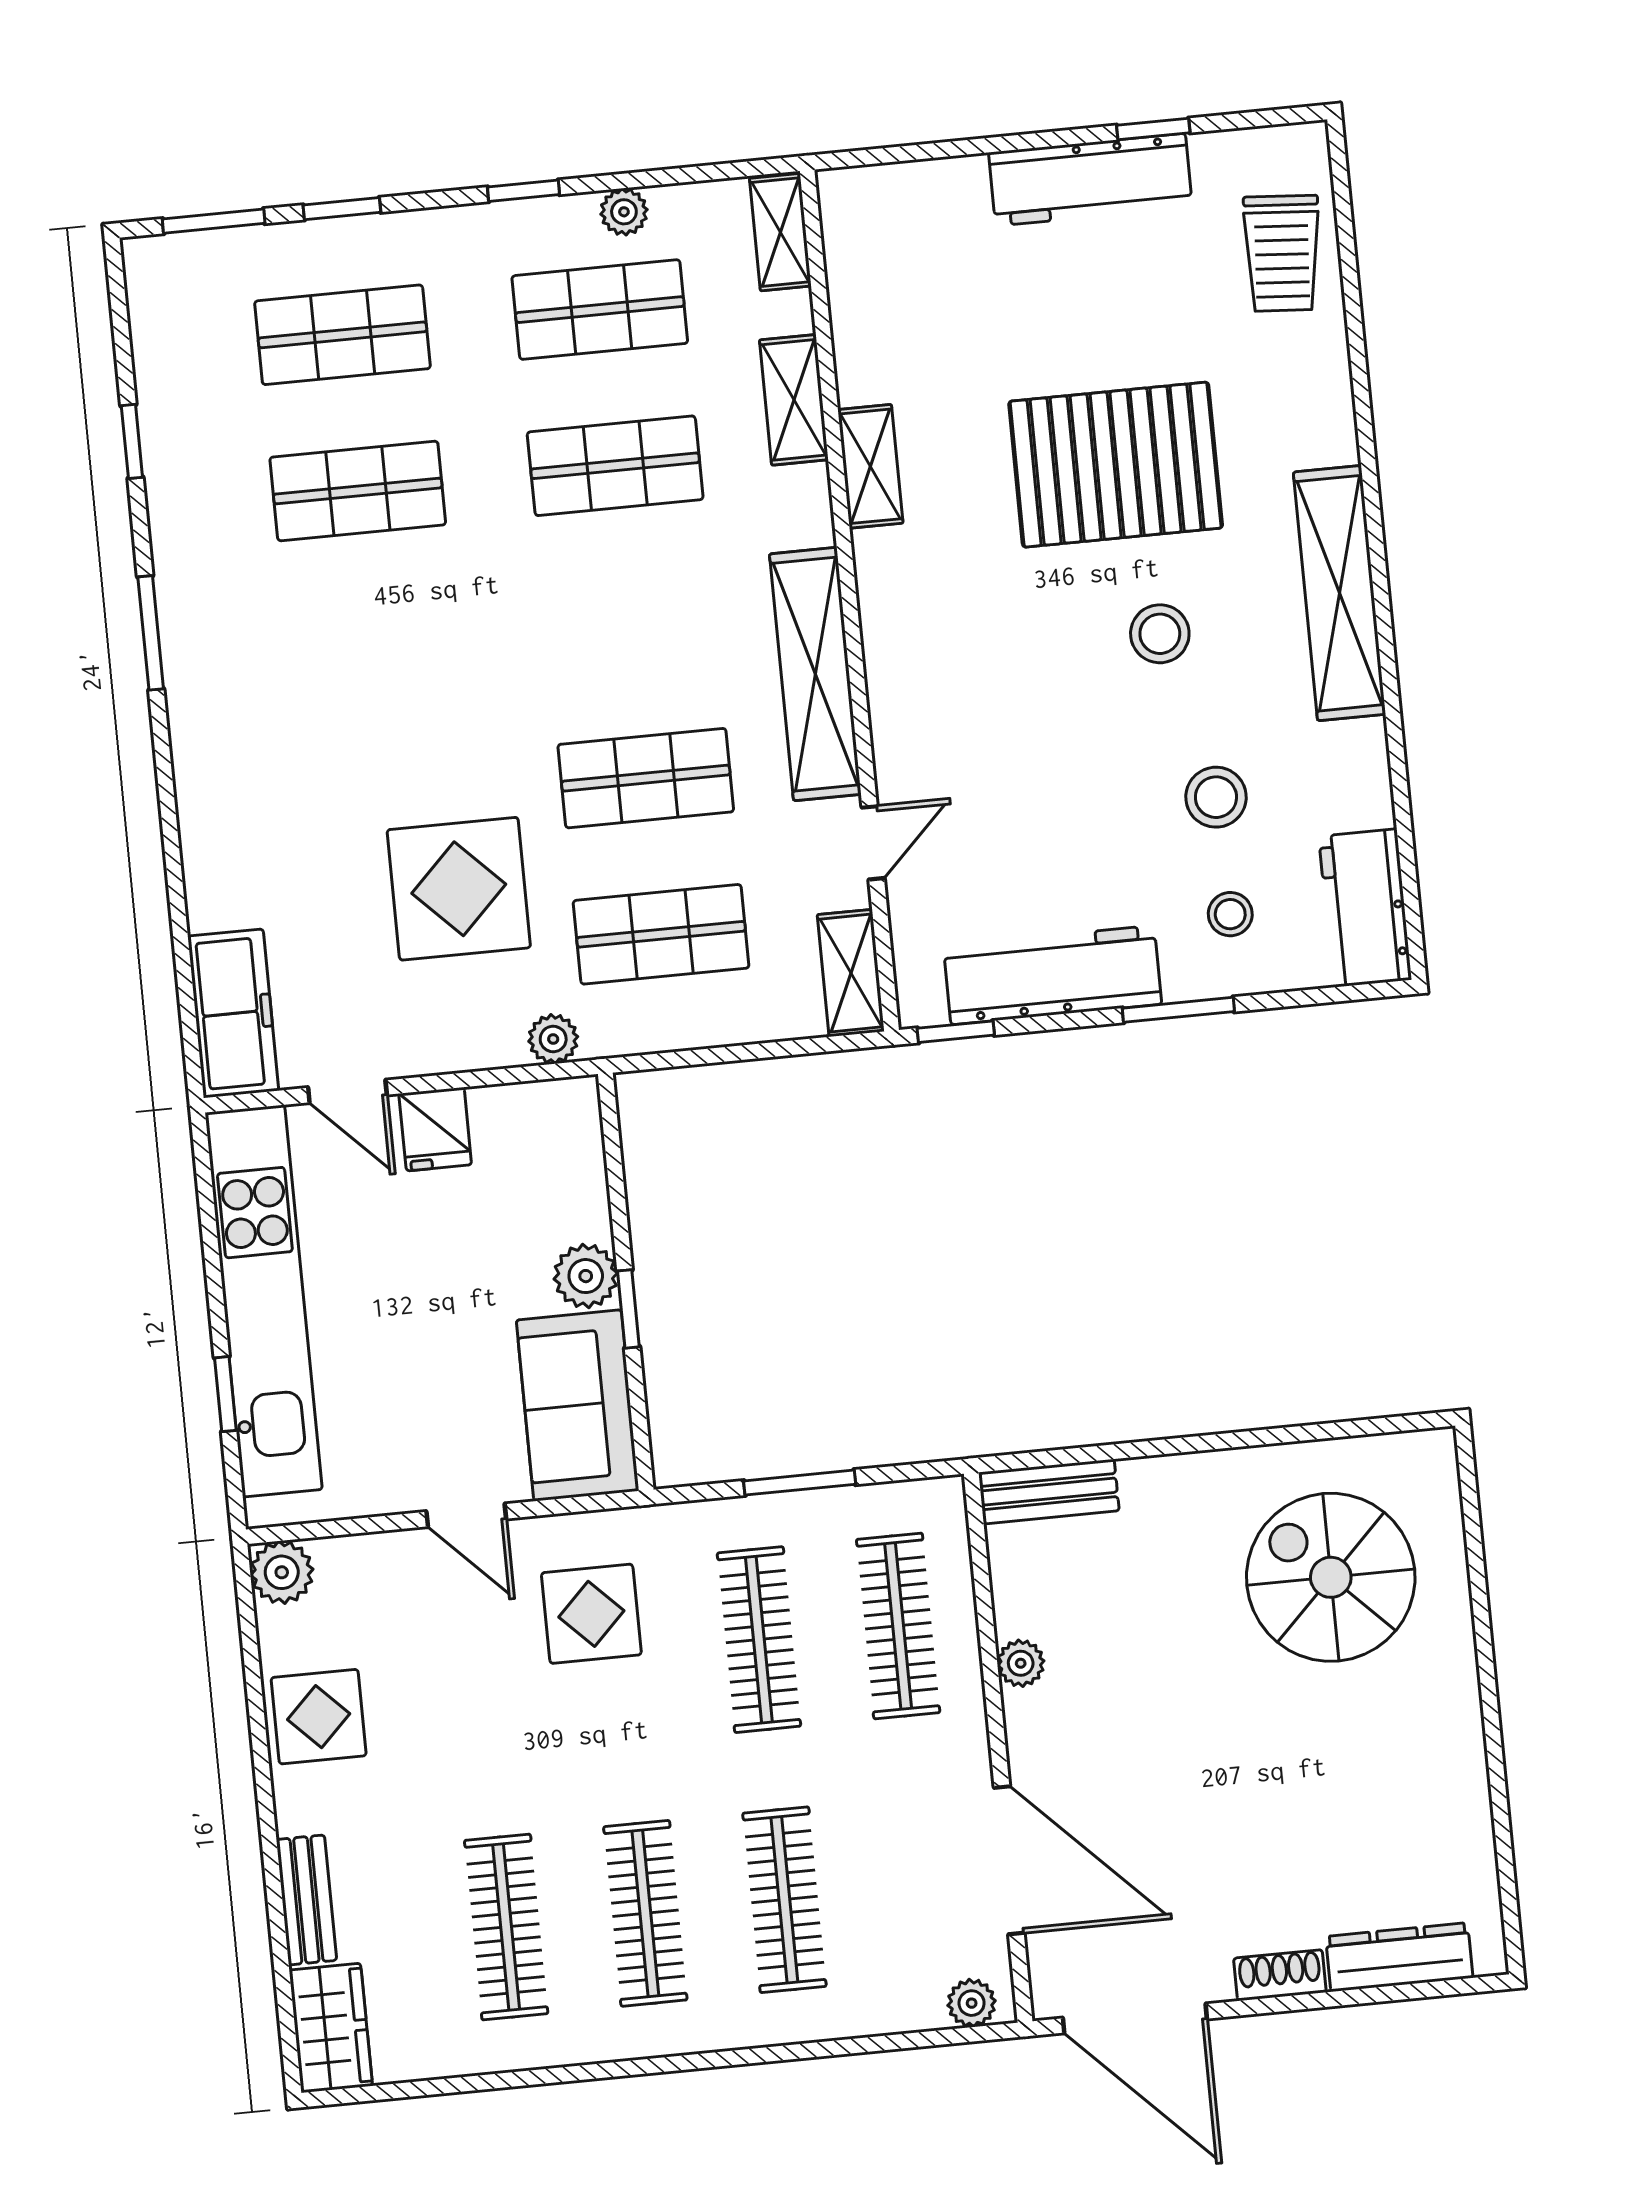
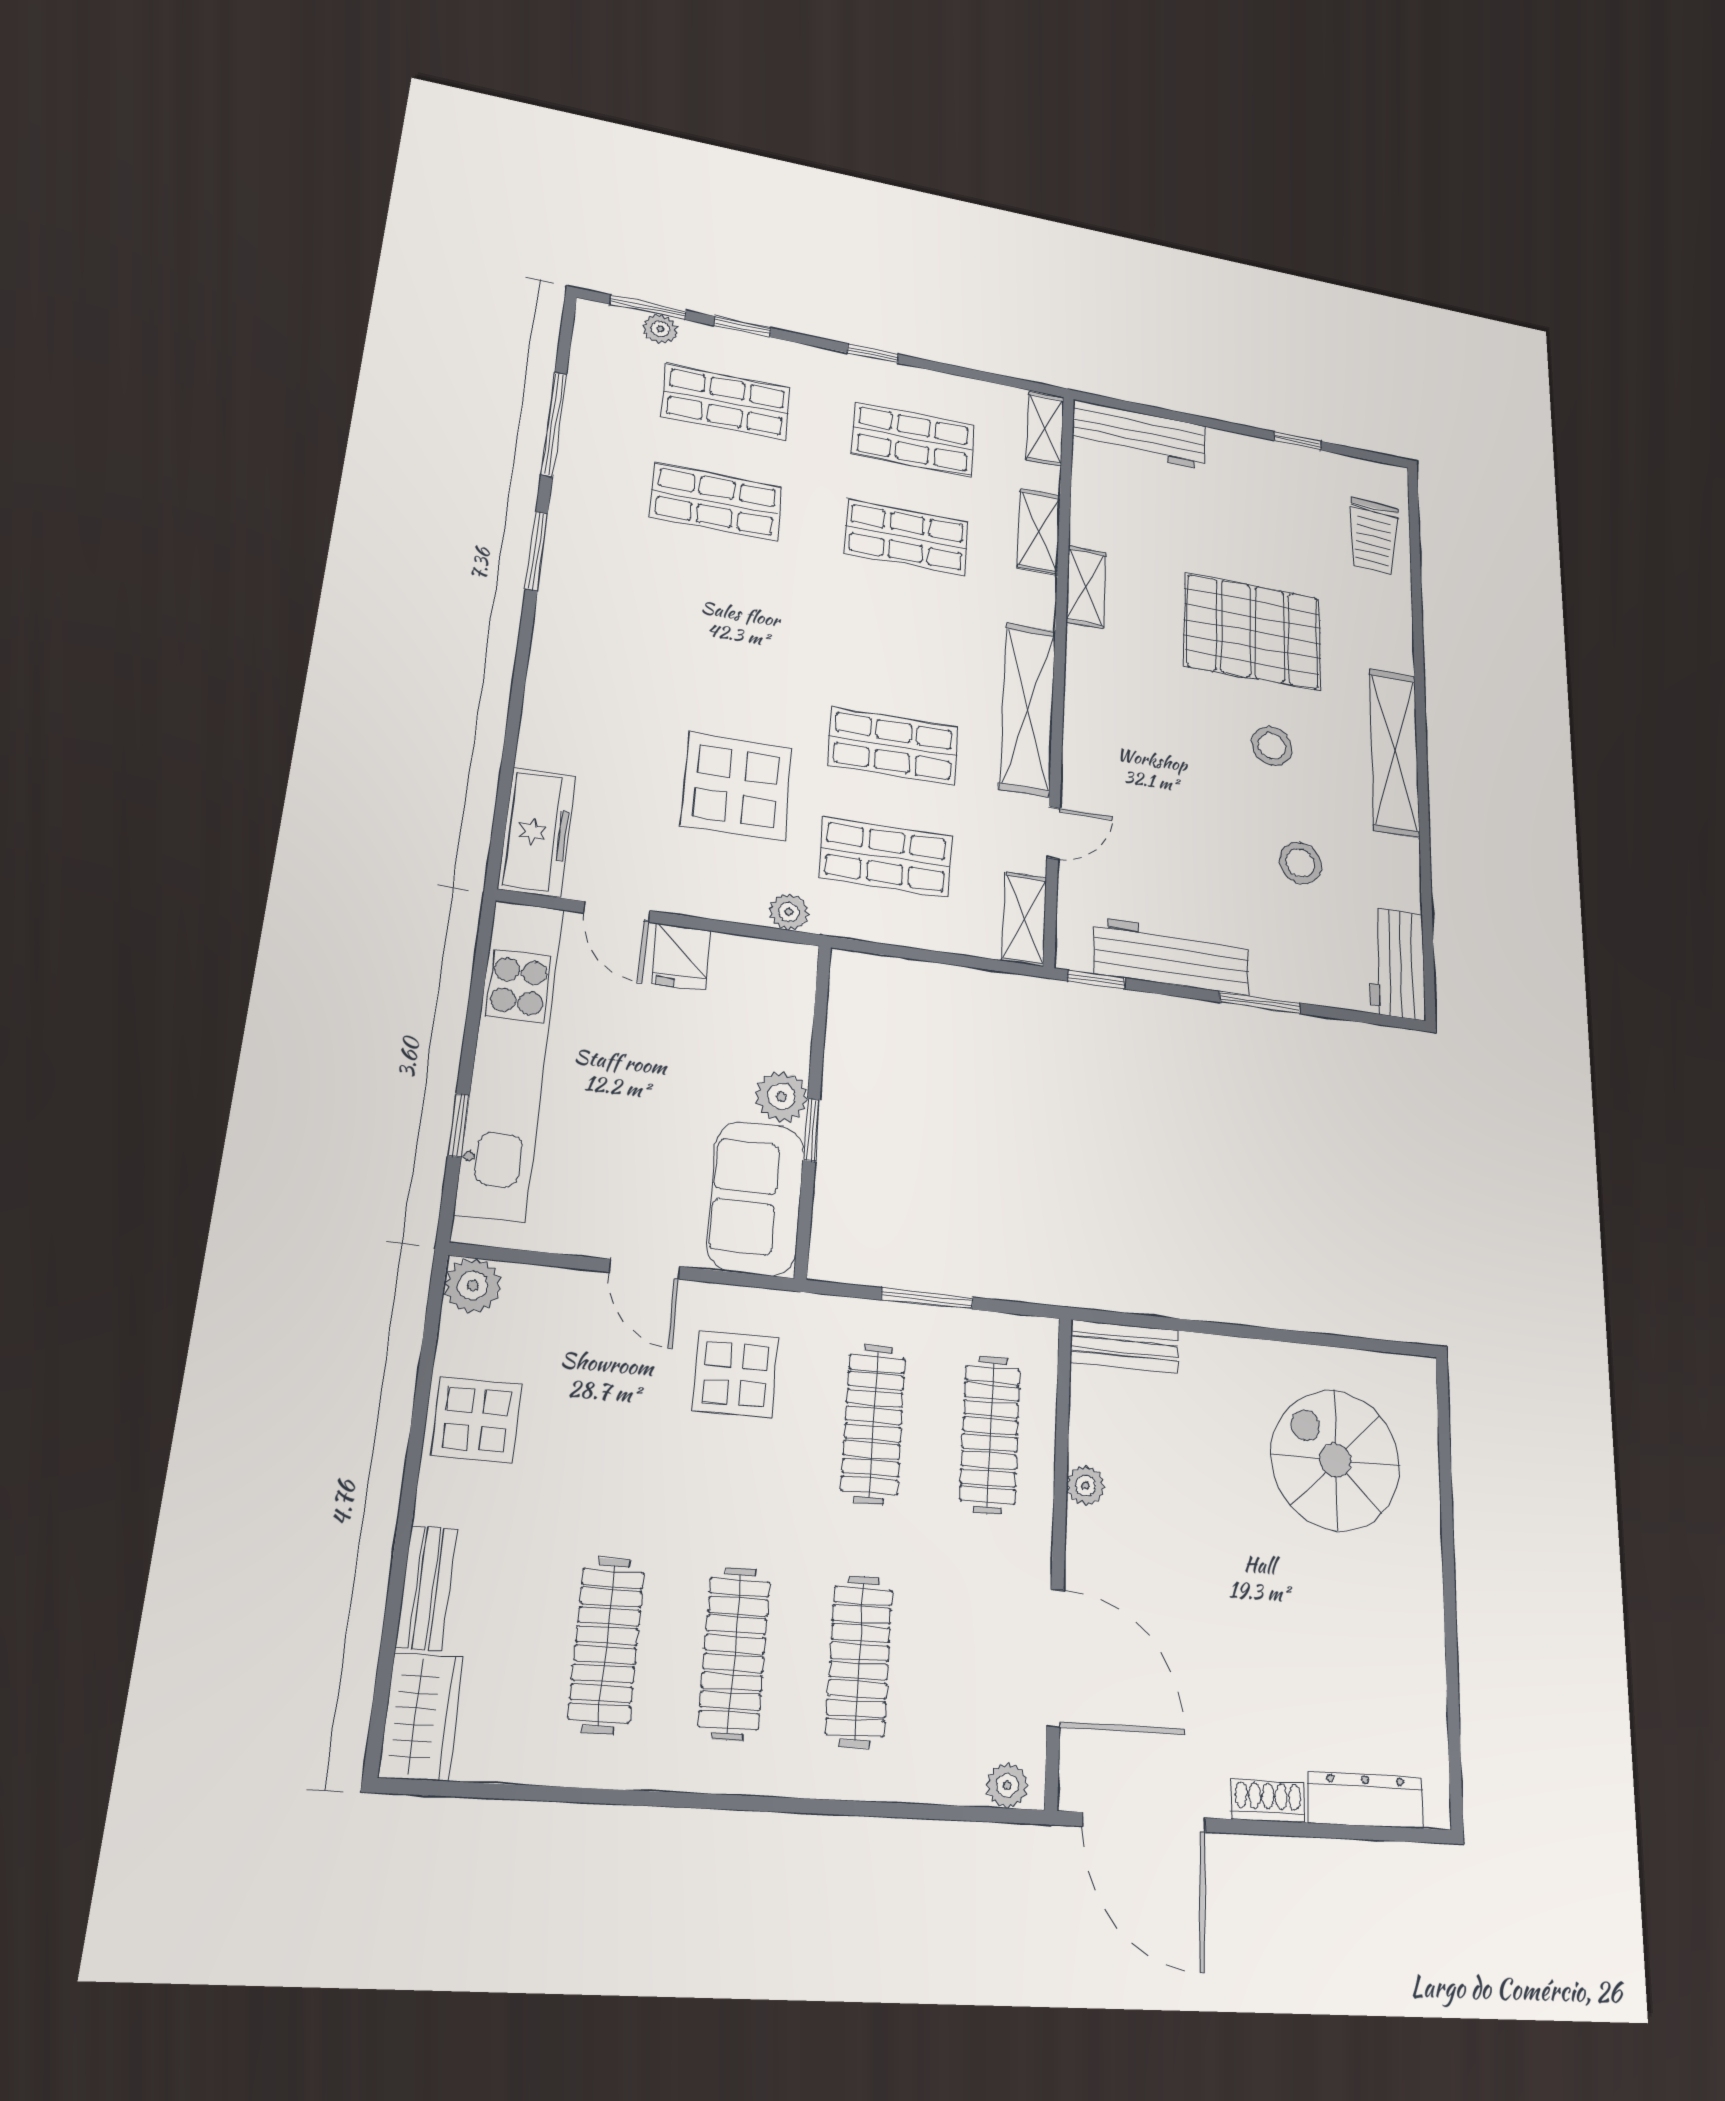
workbench: (1090, 180) -> (1139, 435), moved
plant: (624, 212) -> (660, 329), moved
window: (132, 441) -> (554, 424), width x2.17
stool: (1230, 914) -> (1303, 945), removed

